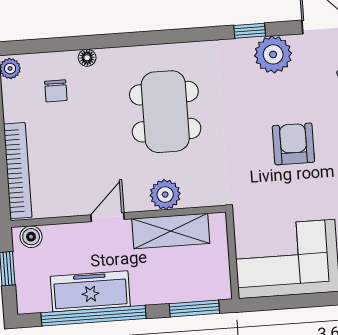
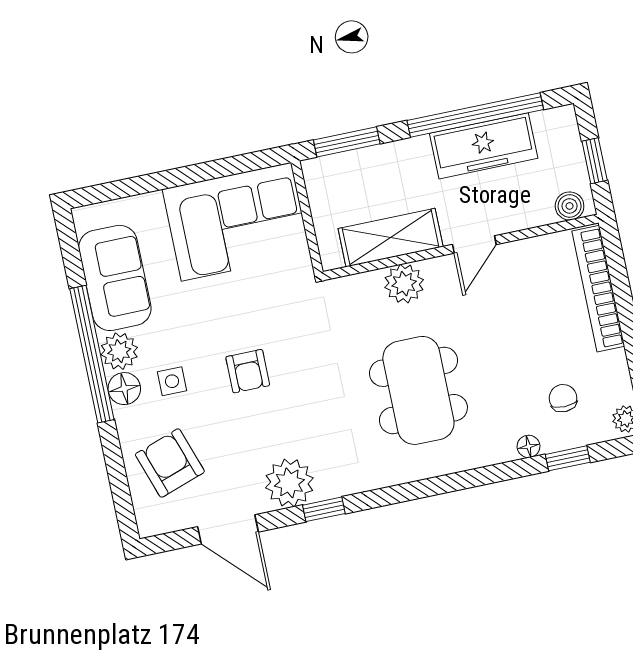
window: (58, 44) -> (568, 458), added
armchair: (293, 144) -> (248, 371), width x0.72, depth x0.72

